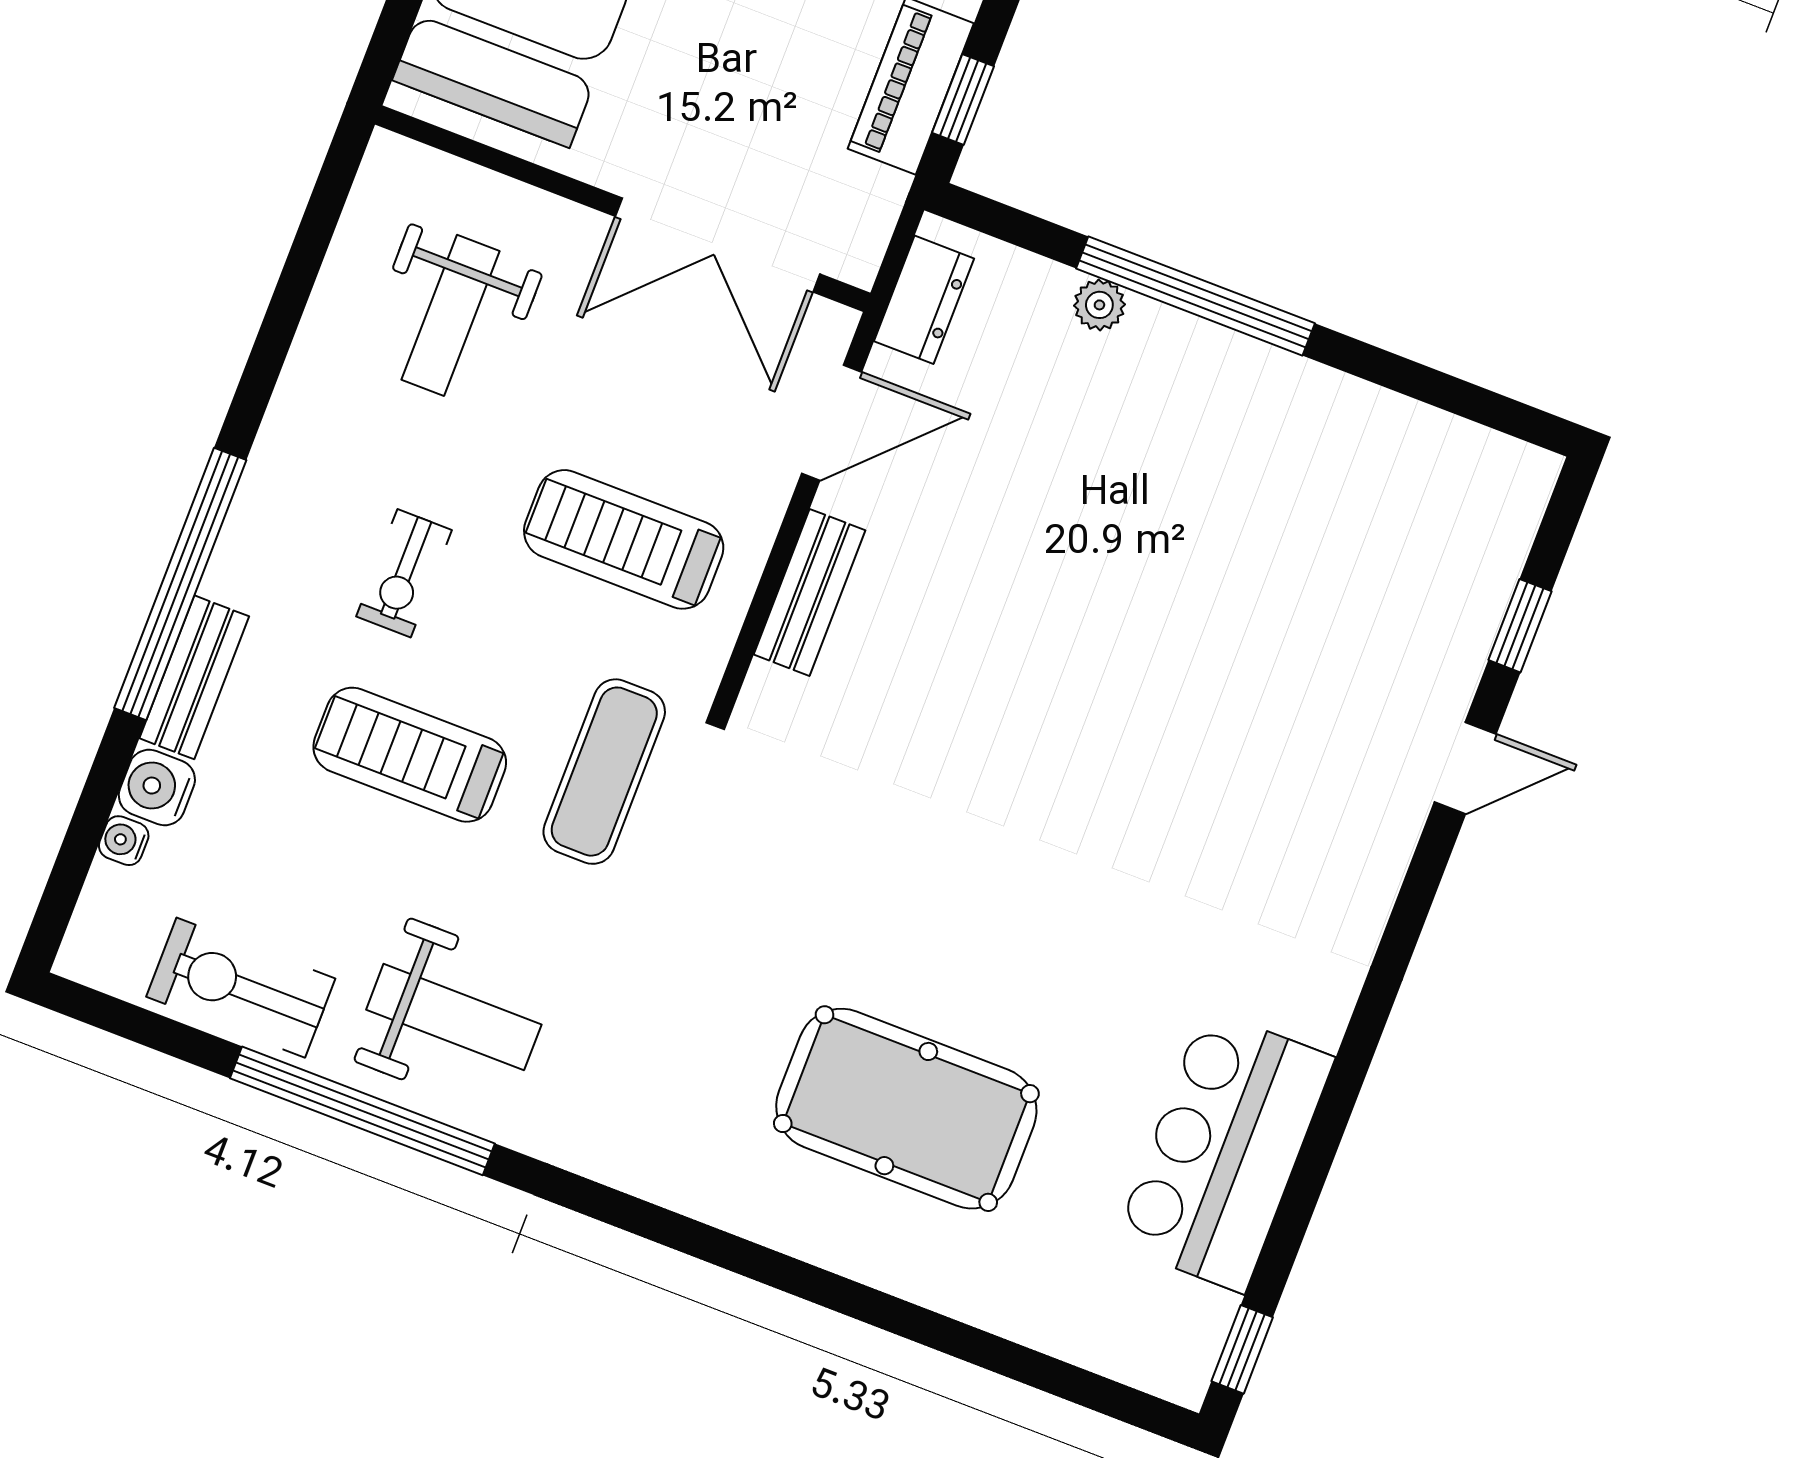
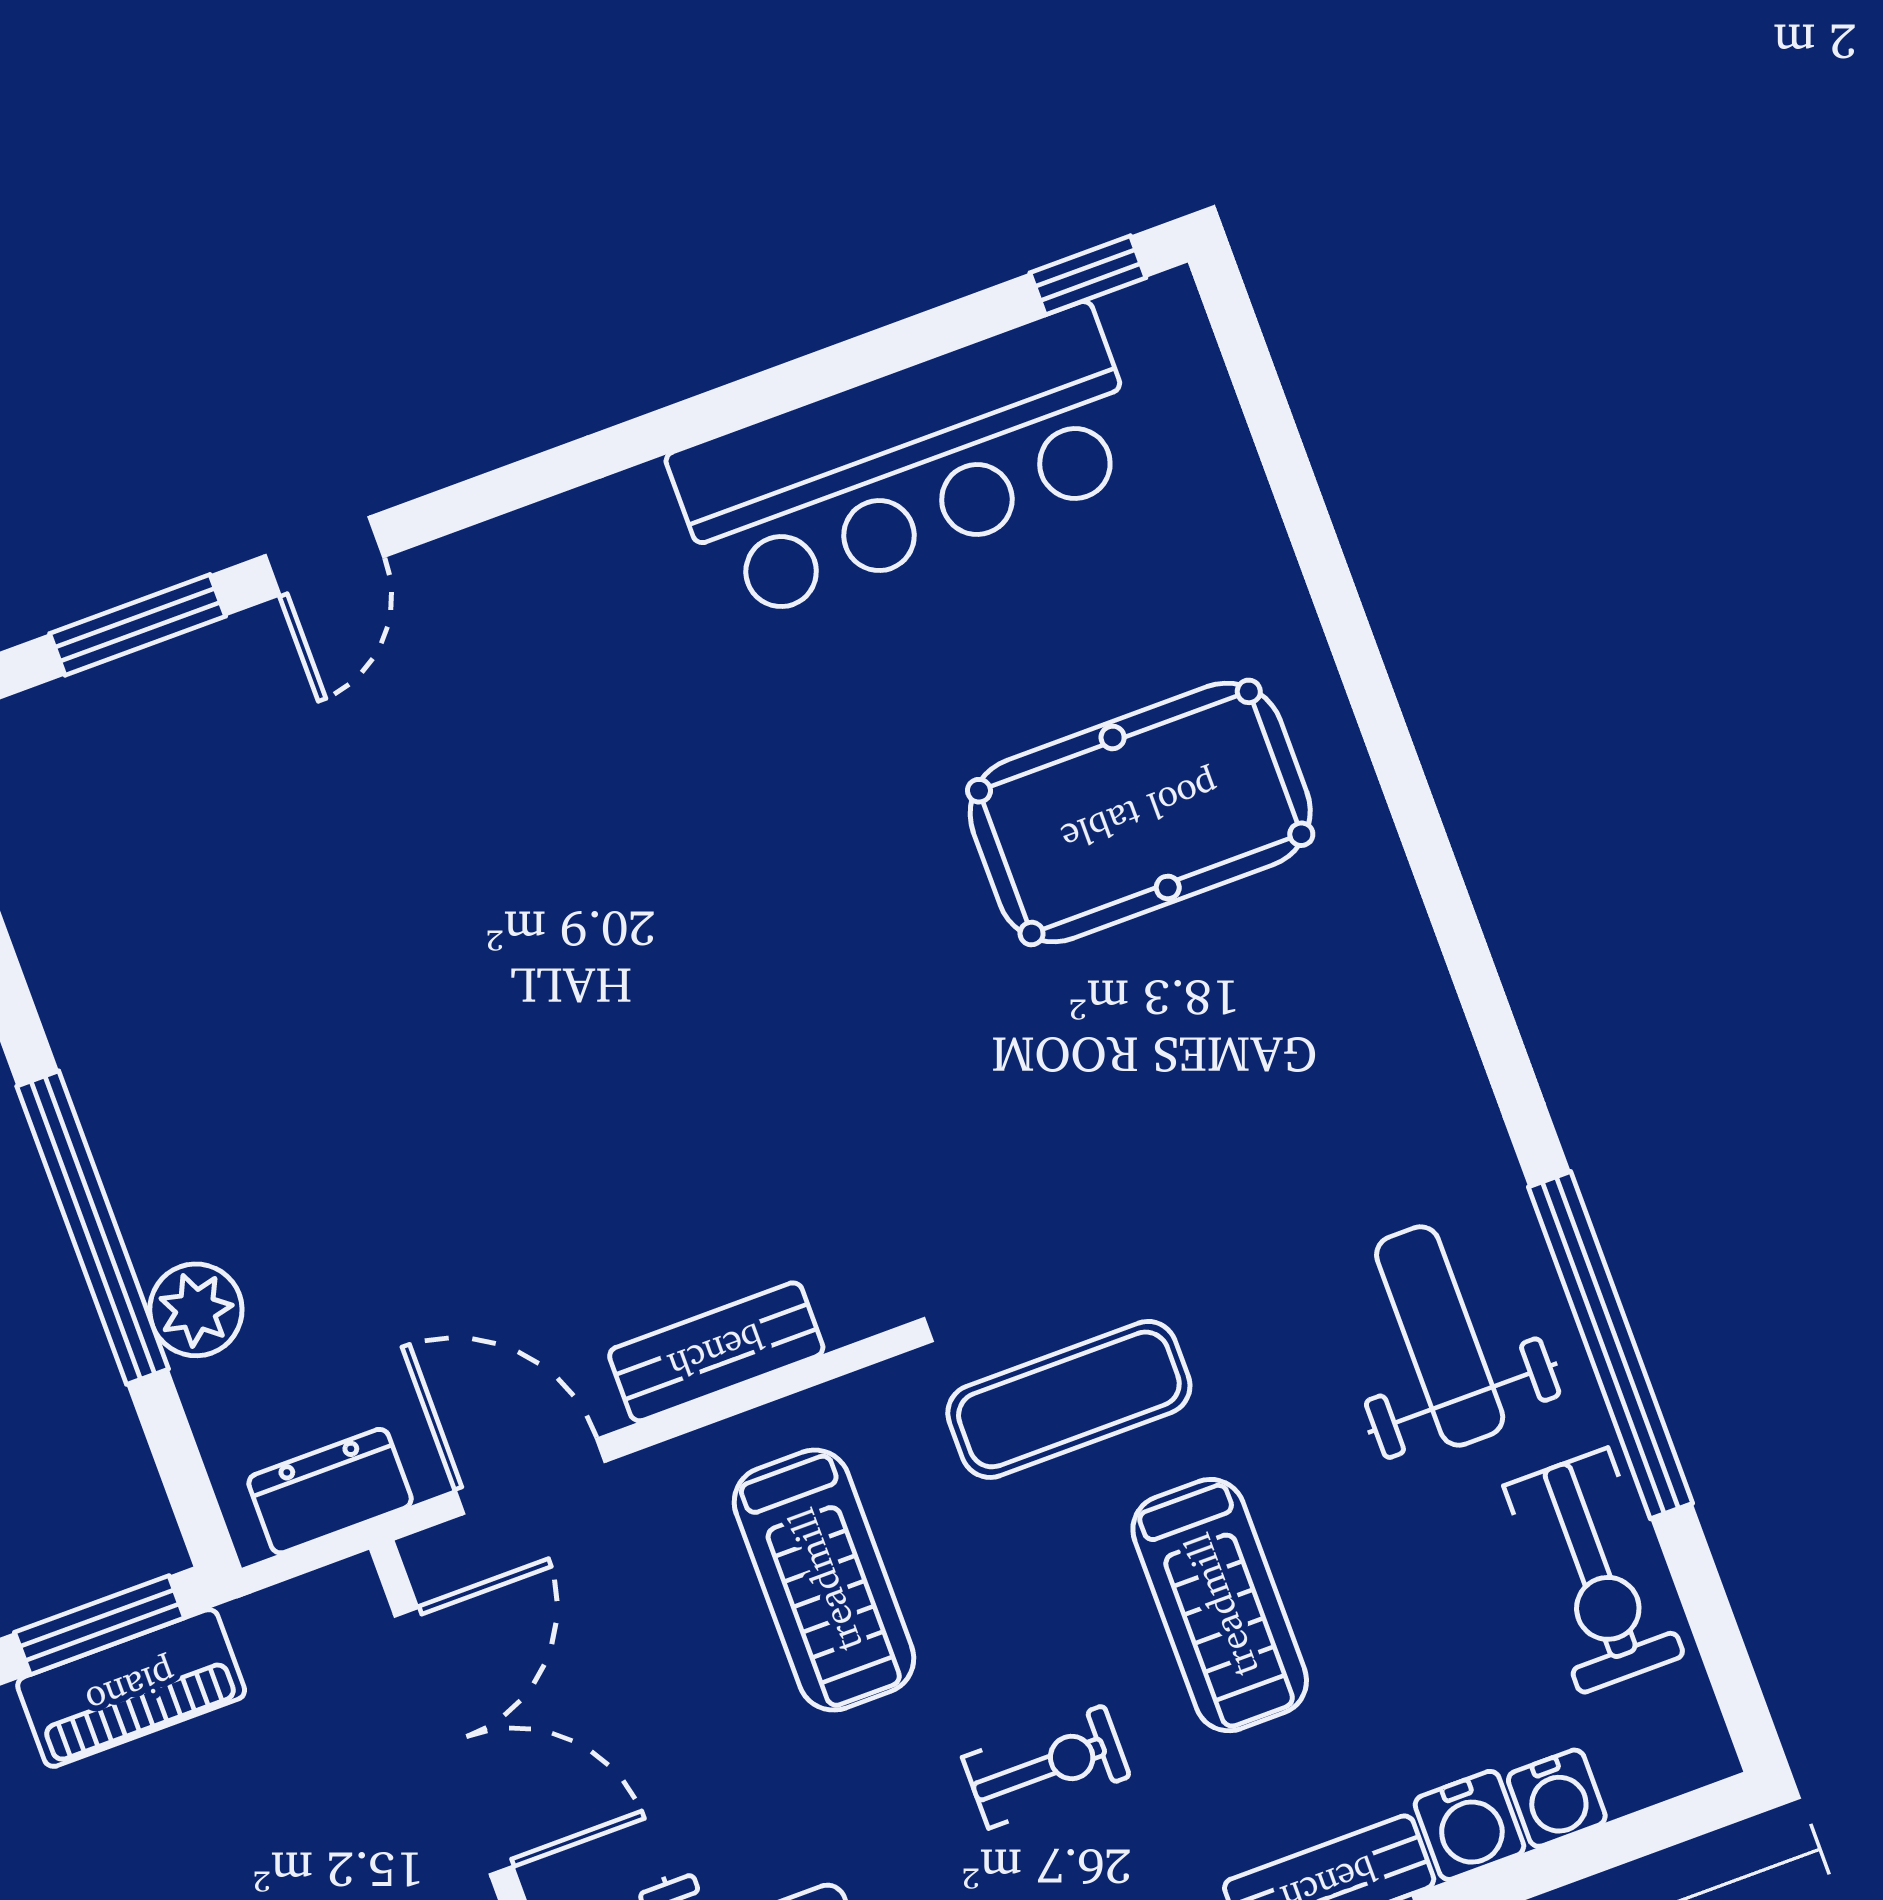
window: (963, 100) -> (100, 1625), width x1.50
plant: (1099, 305) -> (196, 1310), width x1.38, depth x1.38
window: (1520, 626) -> (138, 625), width x1.50
door: (1465, 768) -> (324, 556), swing flipped
water cooler: (124, 841) -> (1557, 1798), width x1.38, depth x1.38
pool table: (906, 1109) -> (1140, 812), turned 90
bar counter: (1224, 1151) -> (908, 464), width x1.36

